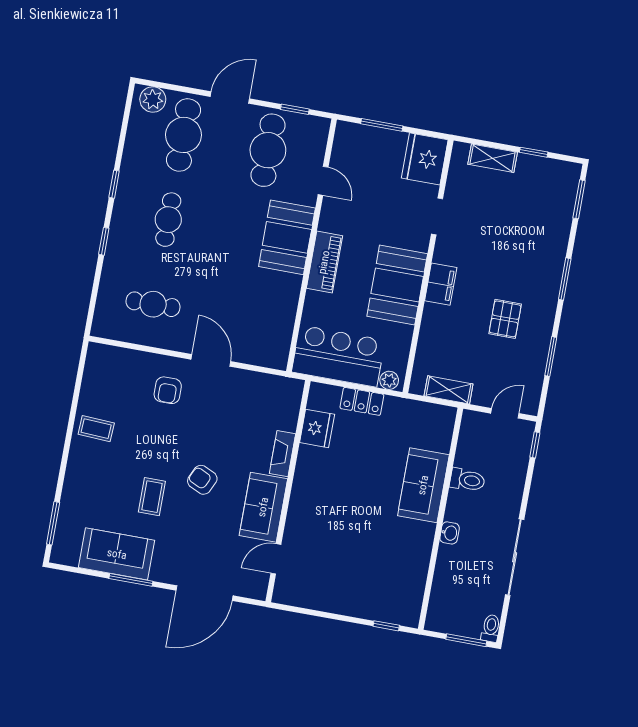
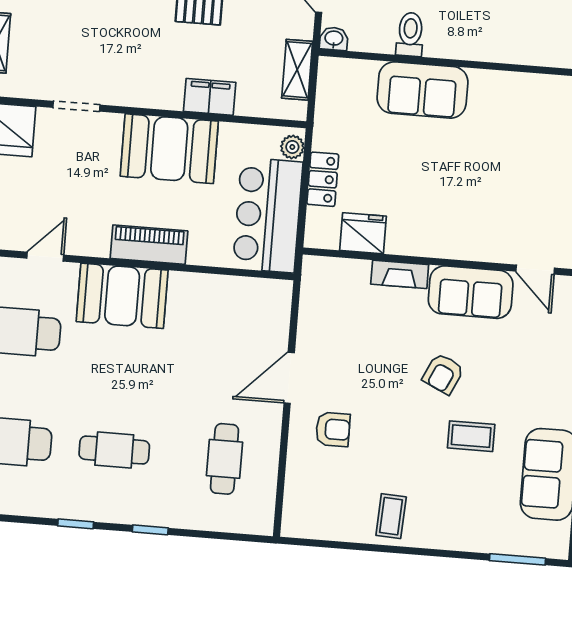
filing cabinet: (441, 284) -> (210, 97), moved
washbasin: (450, 533) -> (334, 39), moved

